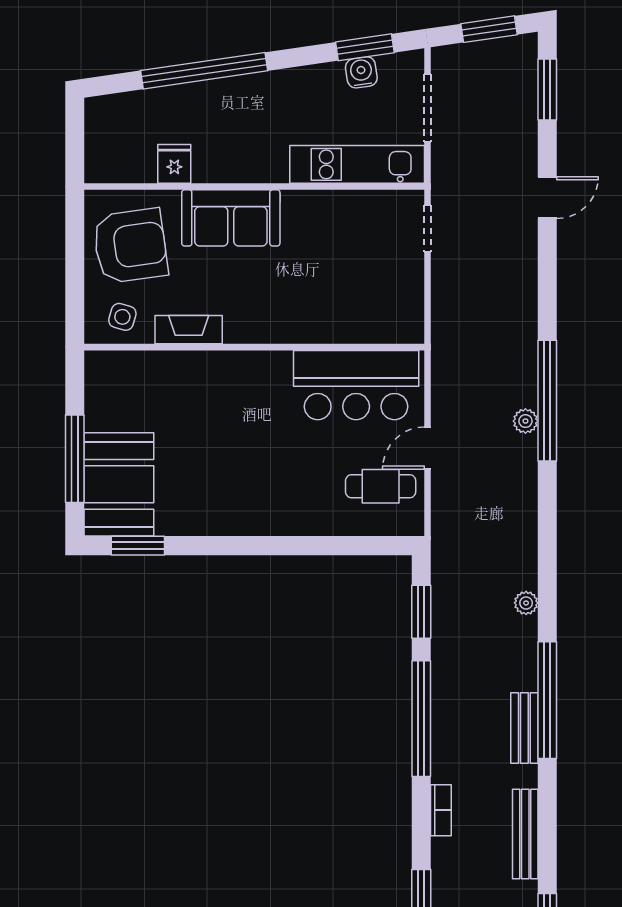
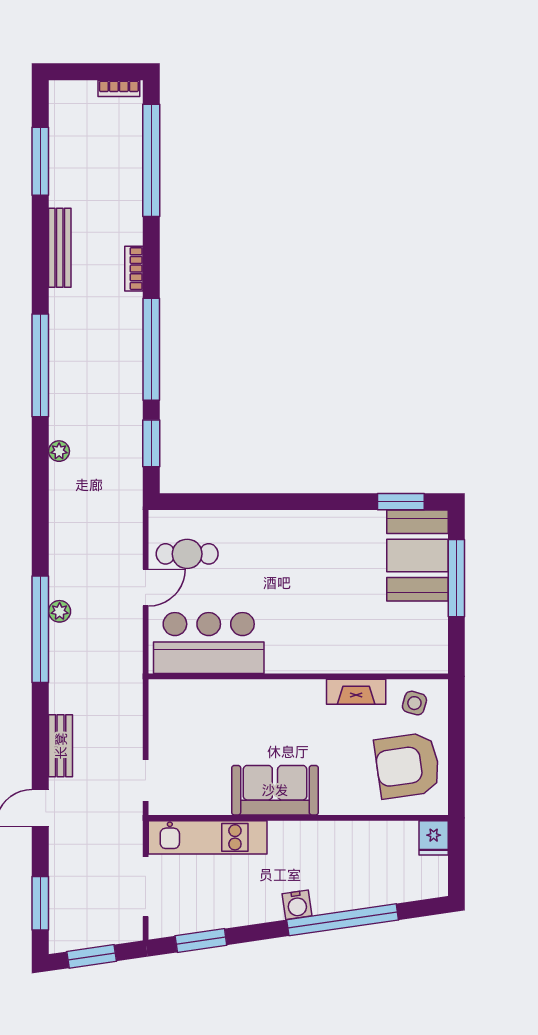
water cooler: (361, 72) -> (297, 905), moved
fridge: (174, 164) -> (434, 838), moved
sofa: (231, 218) -> (275, 790), moved
bench: (524, 728) -> (61, 746), moved

